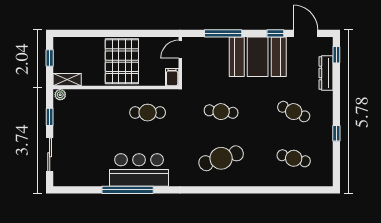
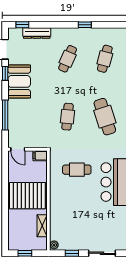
booth: (258, 57) -> (19, 81), width x0.73, depth x0.70
shelving: (67, 80) -> (42, 226), moved
cafe table: (148, 113) -> (77, 170), moved, turned 90

